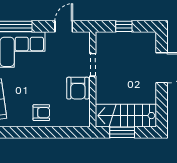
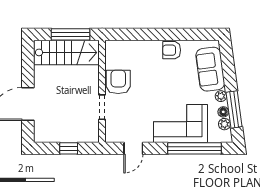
armchair: (41, 113) -> (172, 50), moved
window: (122, 132) -> (71, 34), width x1.44

